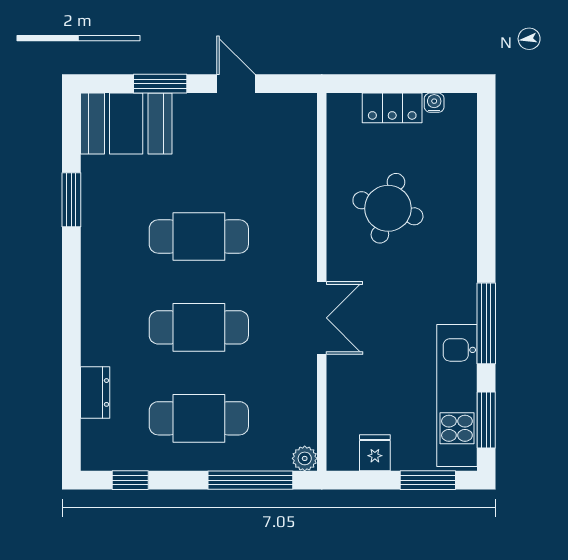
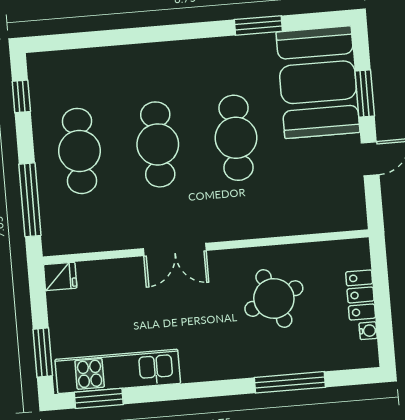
booth: (126, 124) -> (318, 82), width x1.36, depth x1.42
round table: (388, 208) -> (274, 299), turned -38
window: (486, 323) -> (290, 382), moved
dresser: (95, 392) -> (94, 60), removed
fridge: (375, 453) -> (60, 276), moved
plant: (305, 458) -> (53, 245), removed

